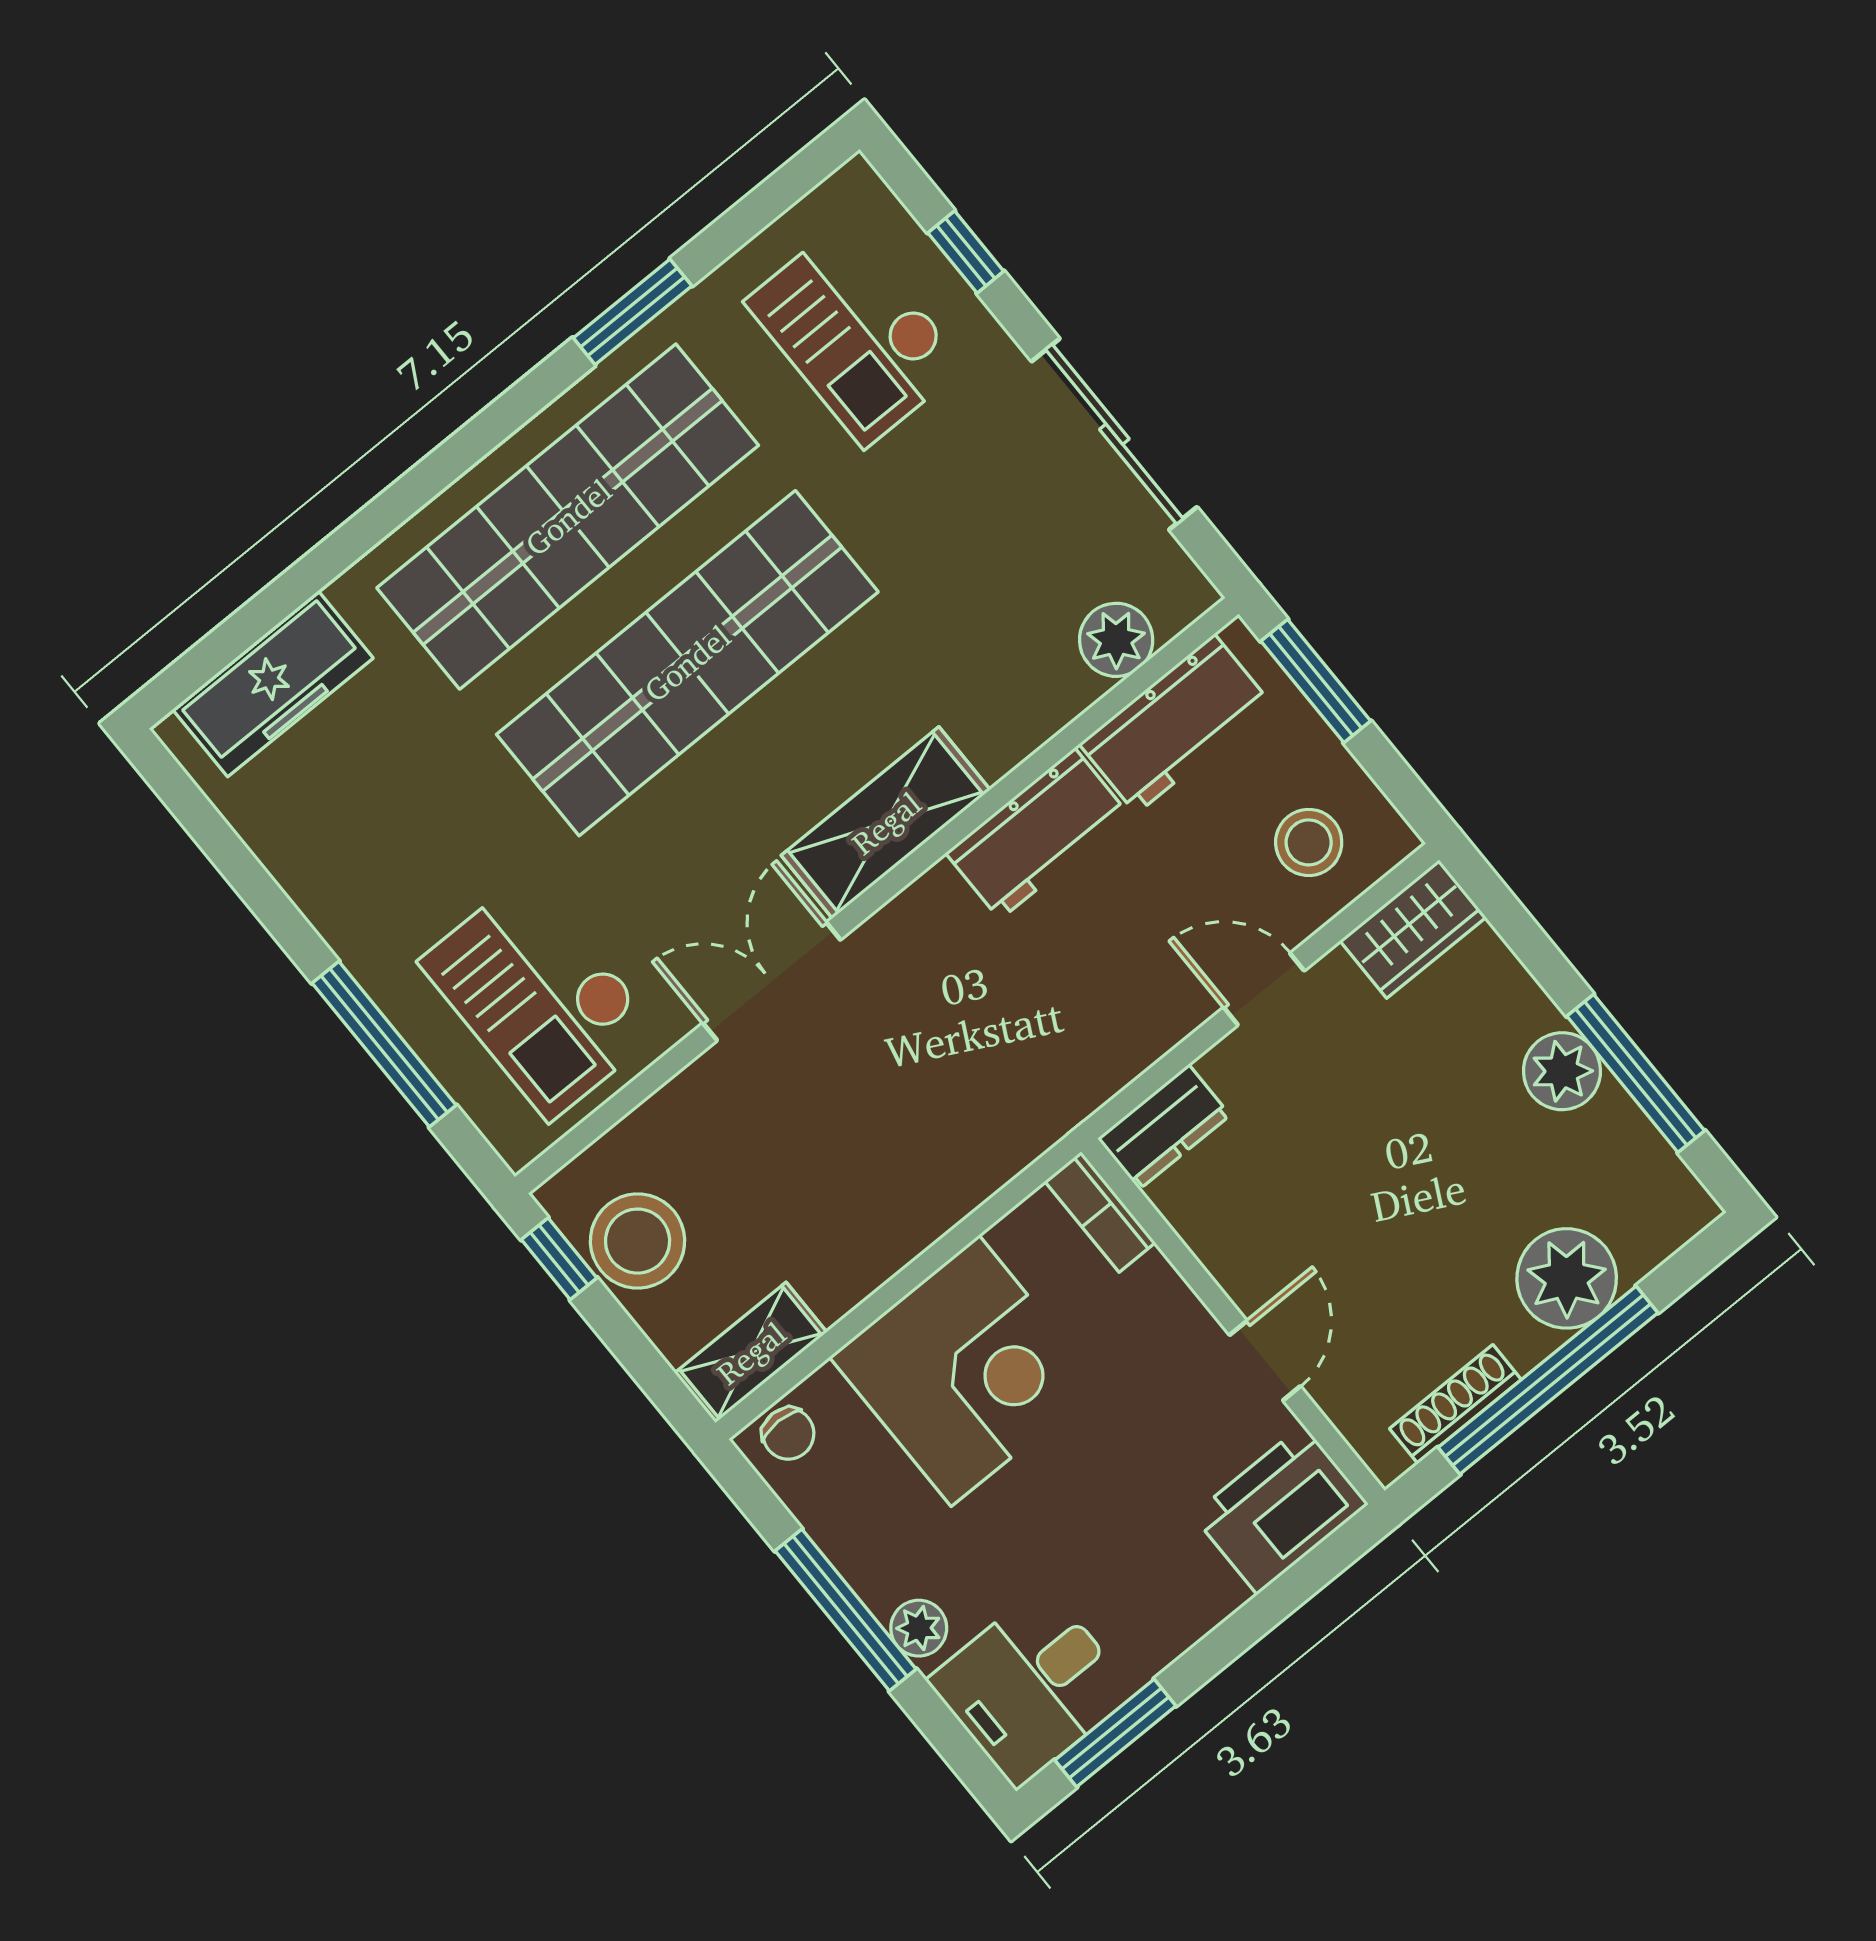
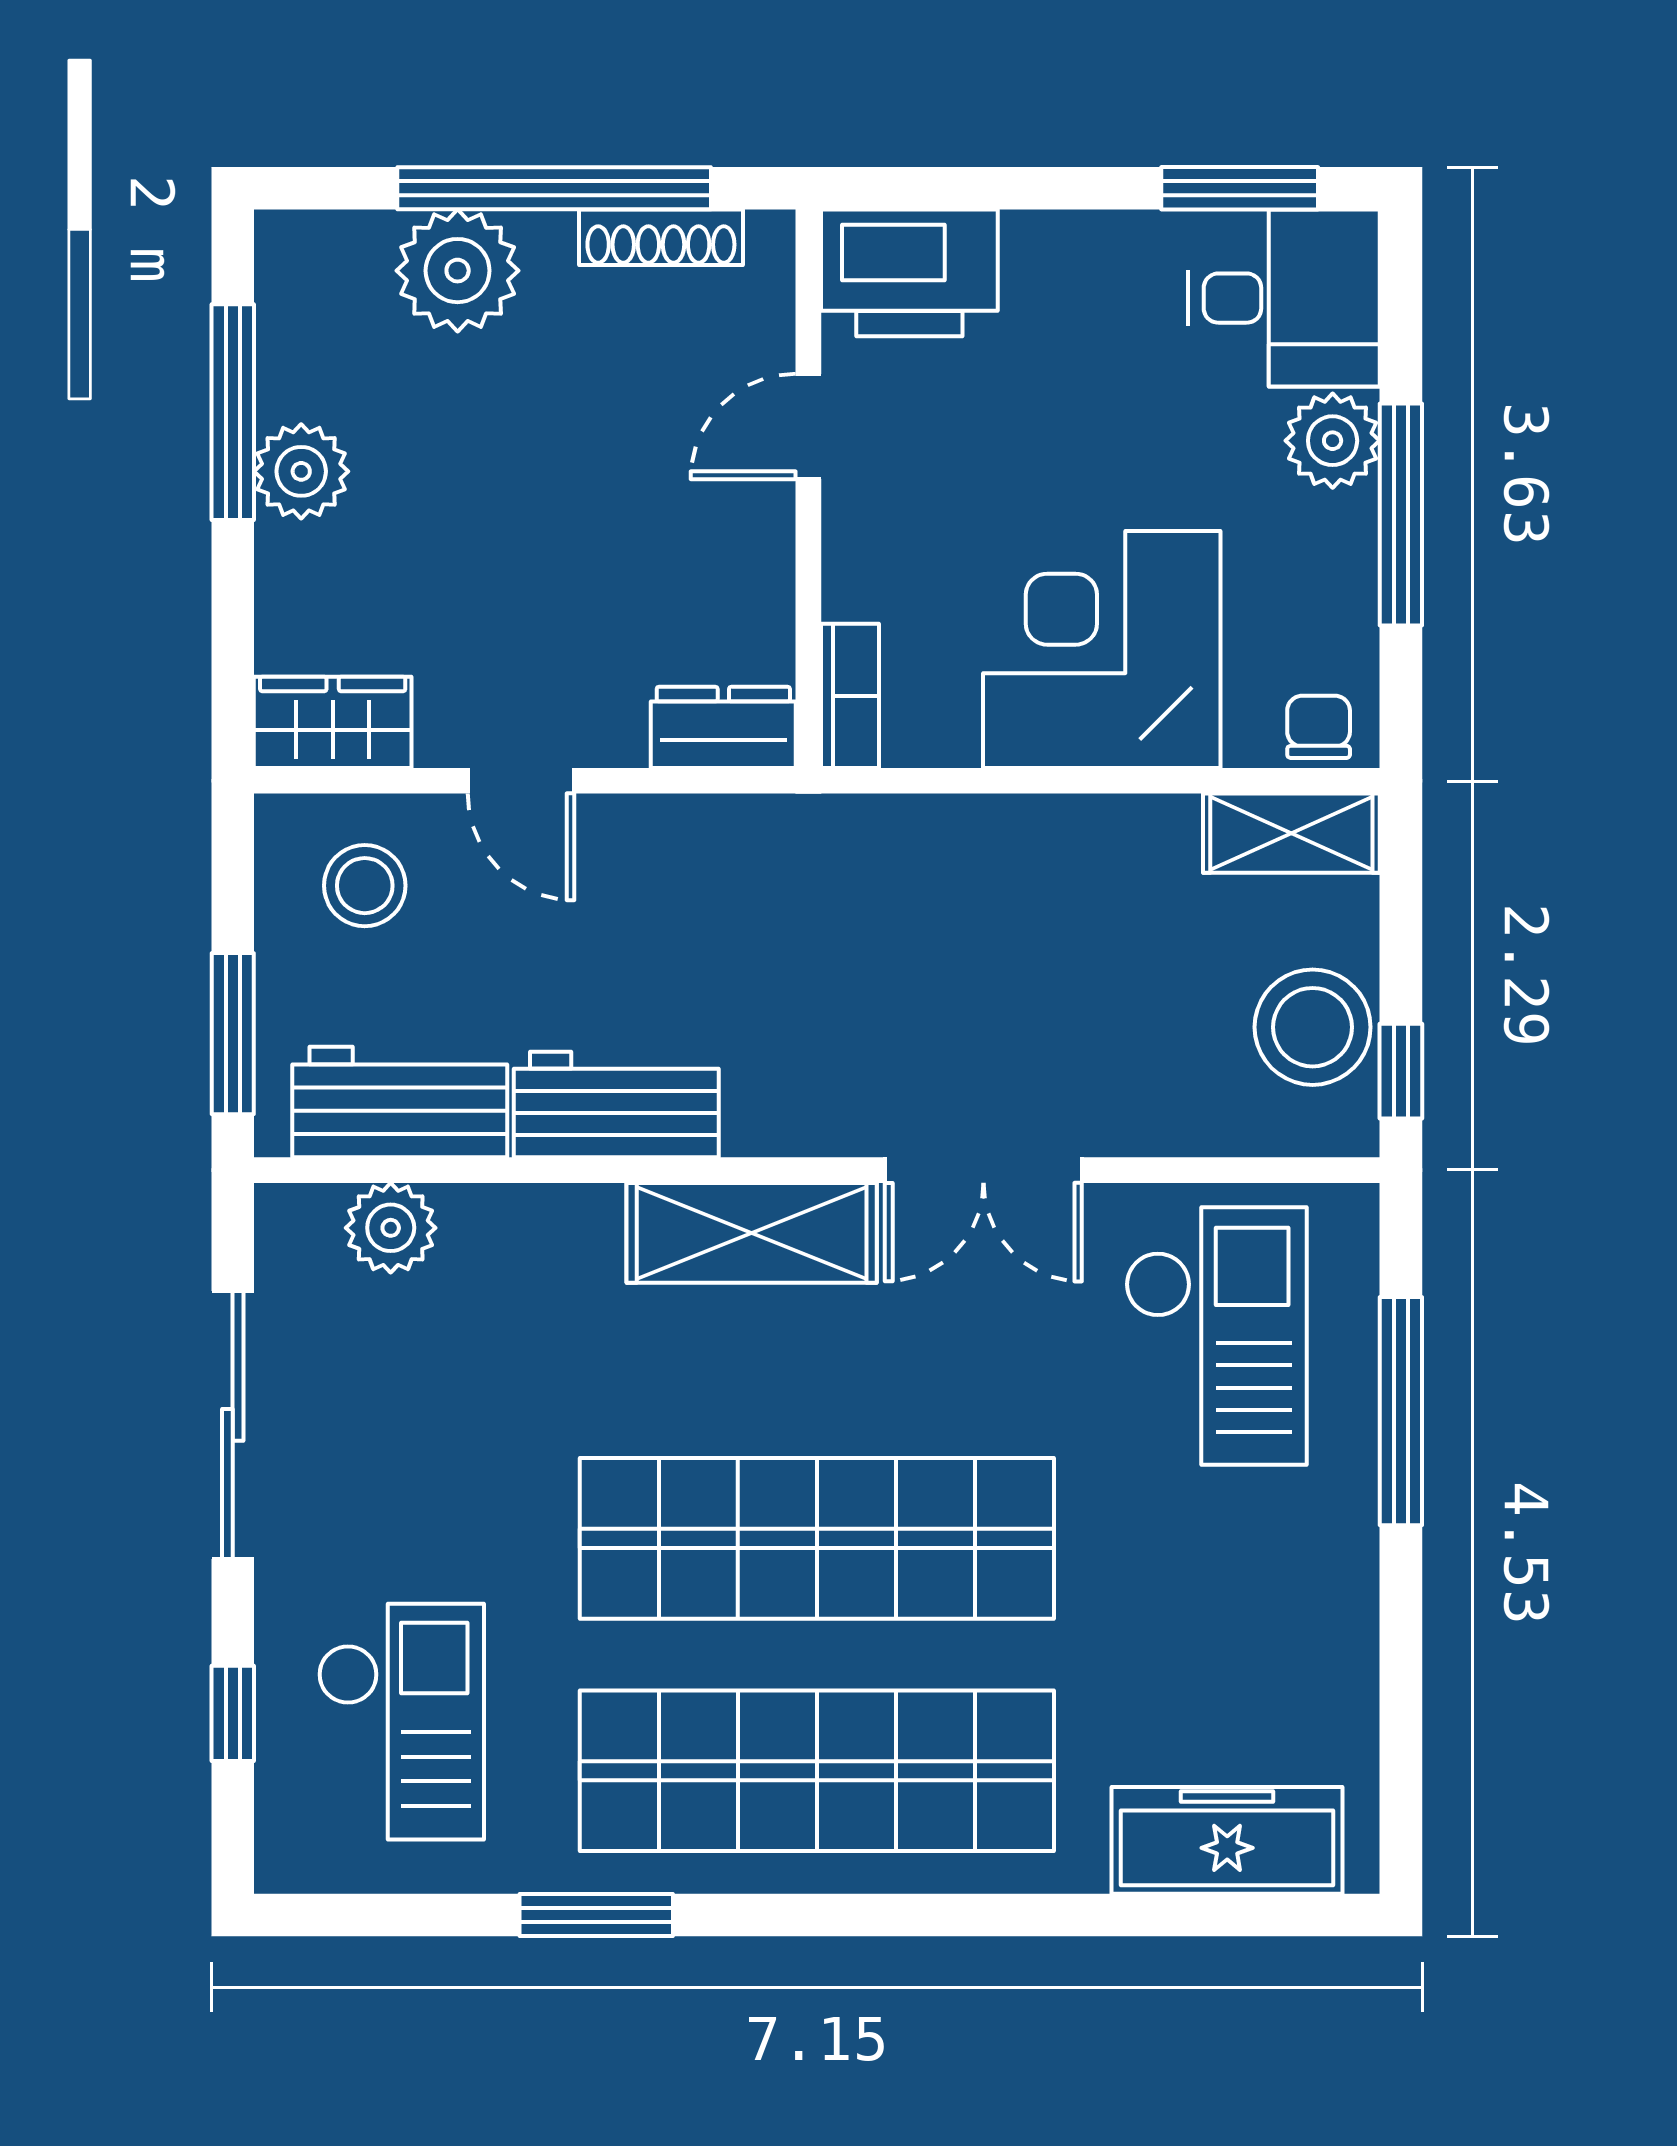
plant: (919, 1628) -> (1333, 441), width x1.38, depth x1.38

